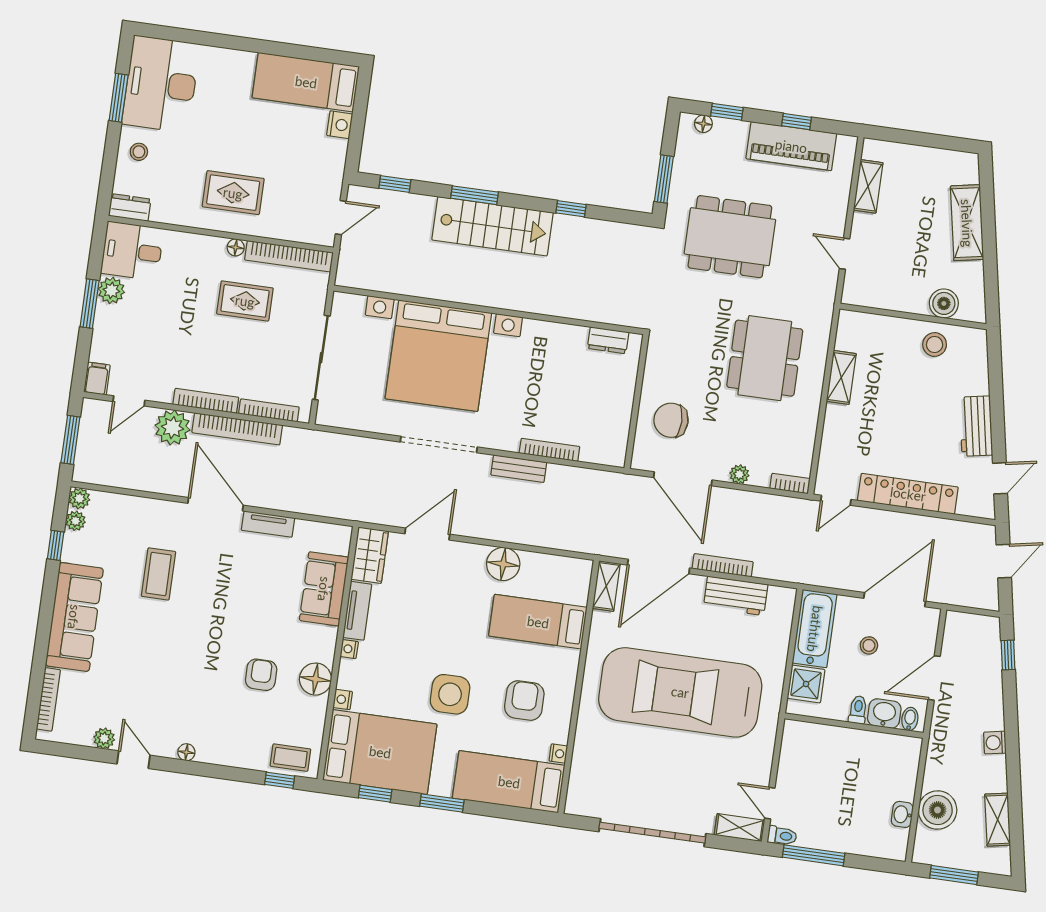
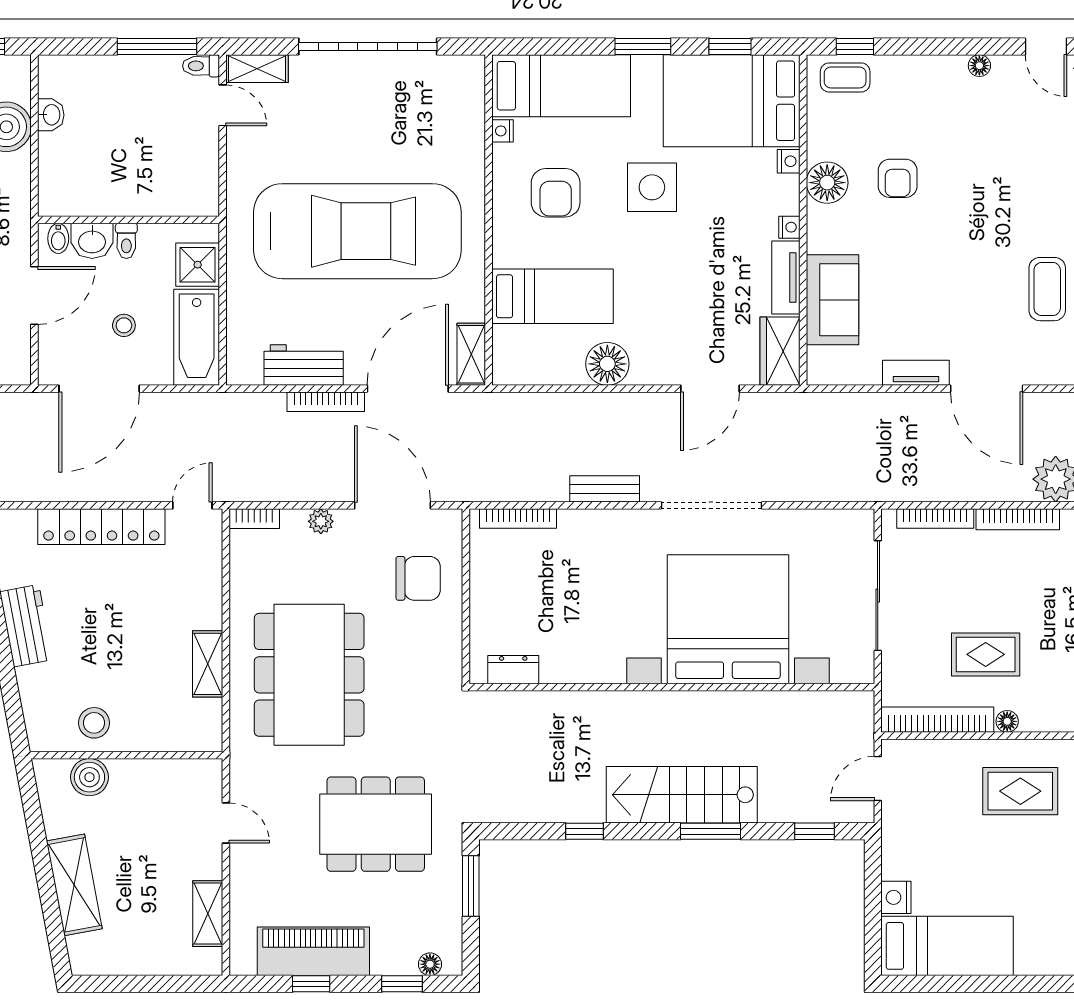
dining table: (765, 358) -> (309, 675), width x1.36, depth x1.24
bookcase: (237, 429) -> (973, 489), removed
bookcase: (549, 450) -> (518, 518), moved

